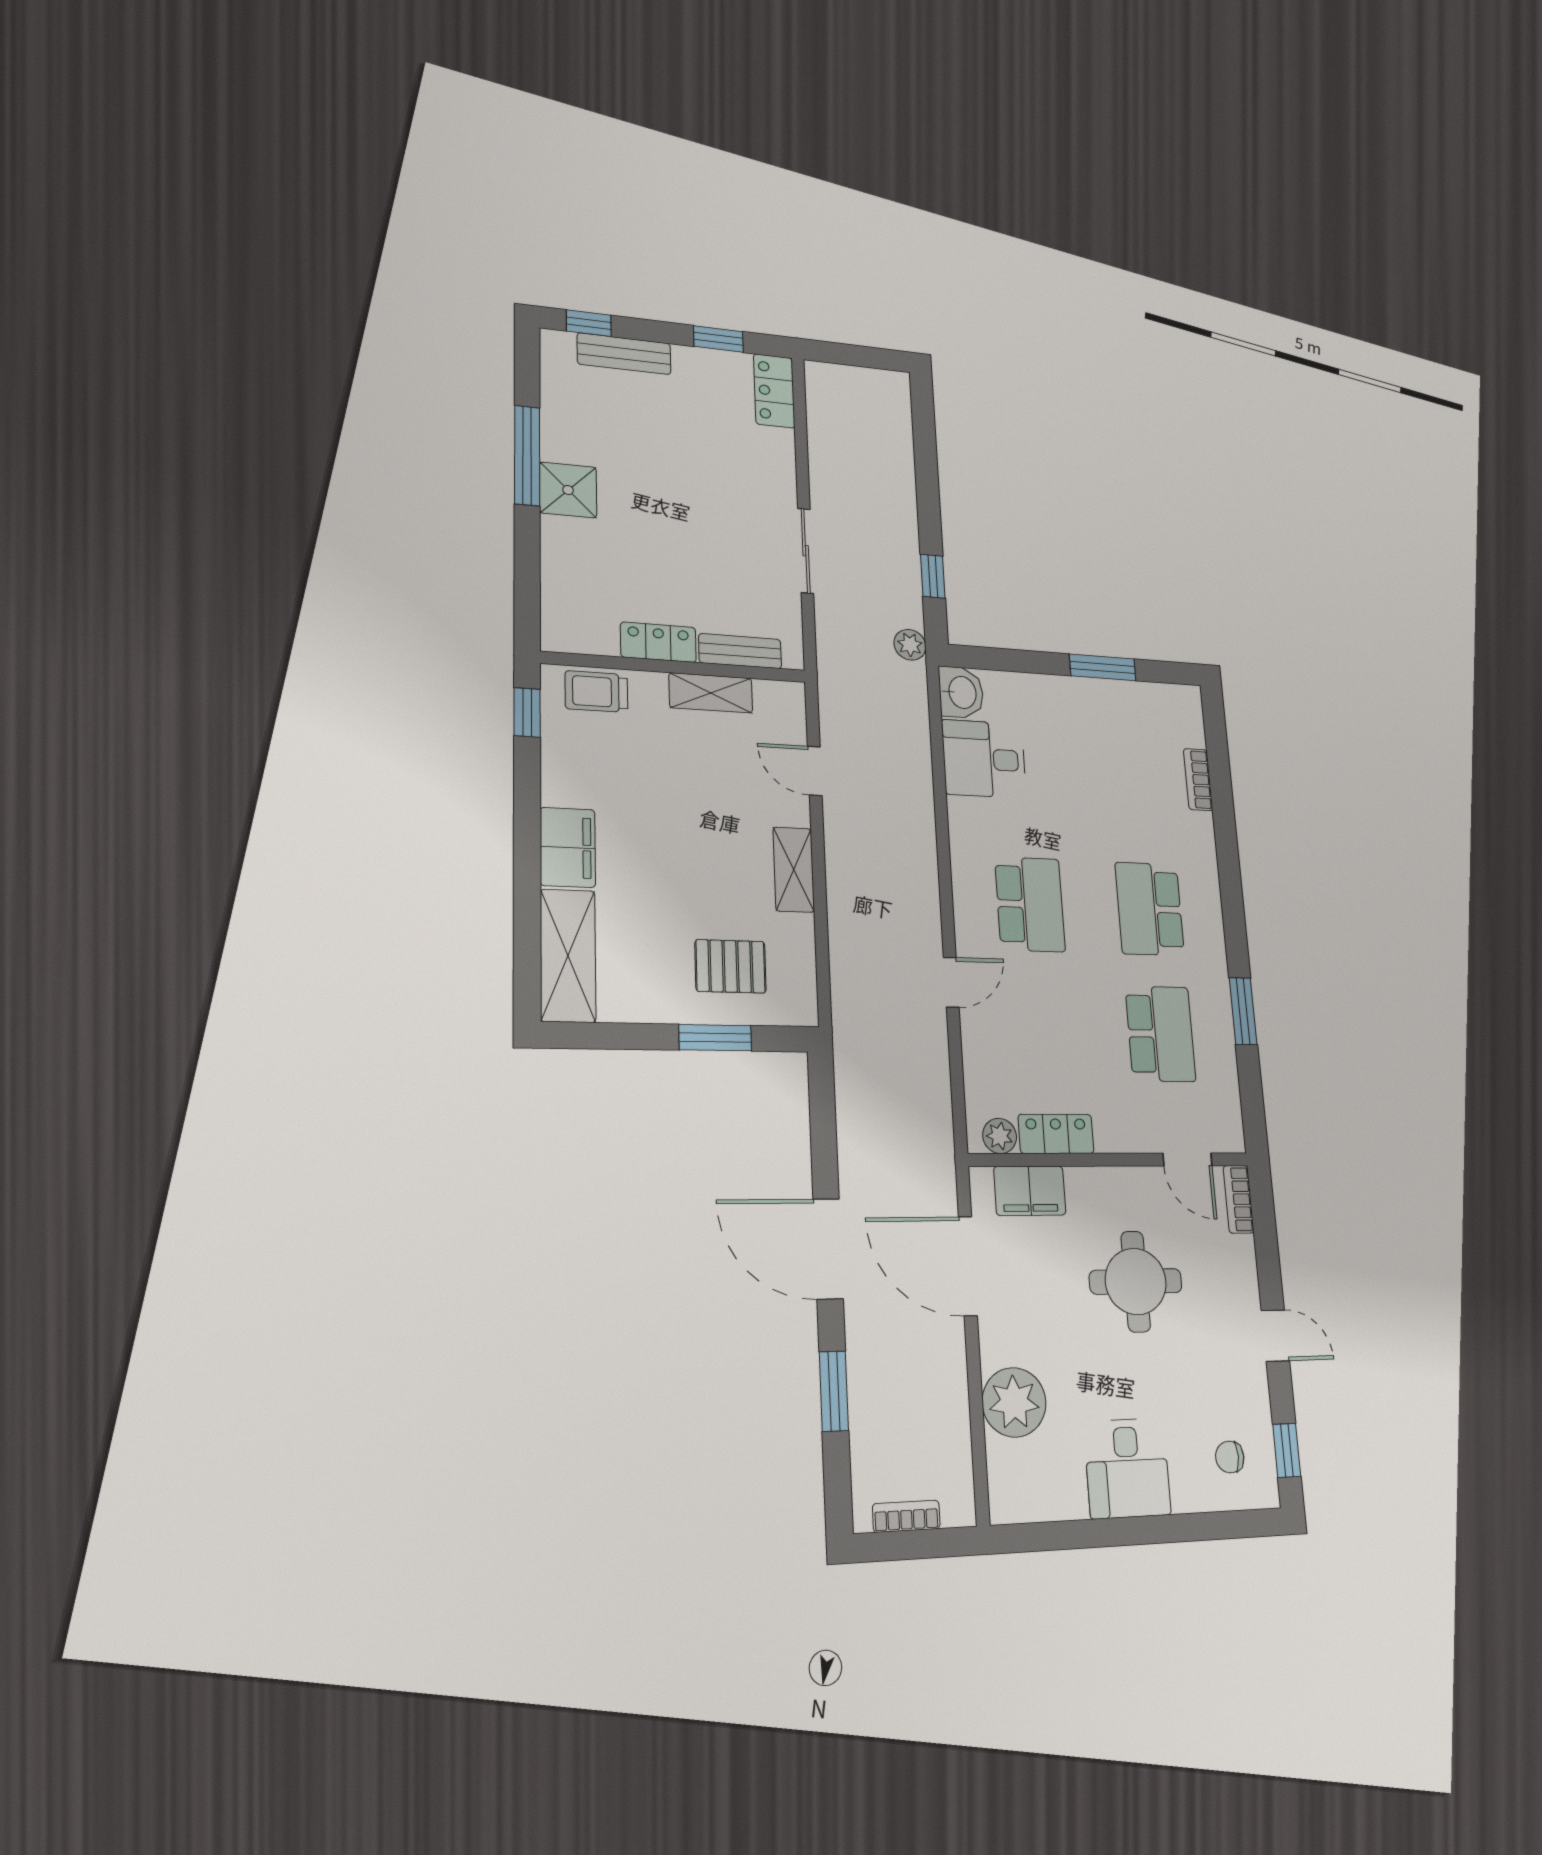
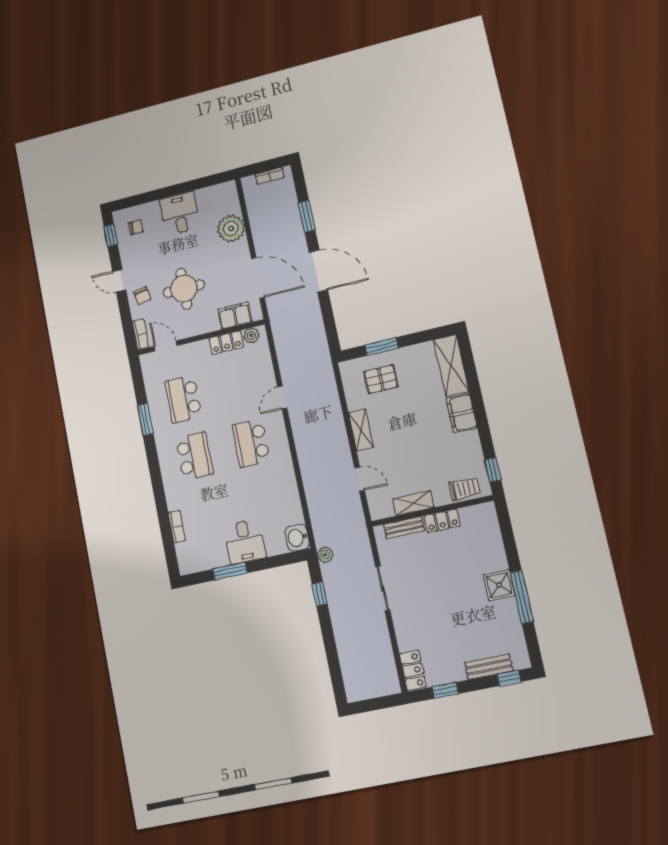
desk: (984, 759) -> (245, 542), moved, turned 90
chair: (1228, 1288) -> (142, 296), added

